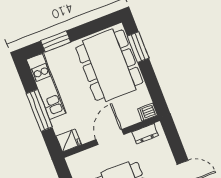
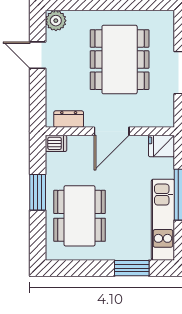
window: (138, 47) -> (38, 192), moved
dining table: (109, 65) -> (80, 216), width x0.73, depth x0.80

